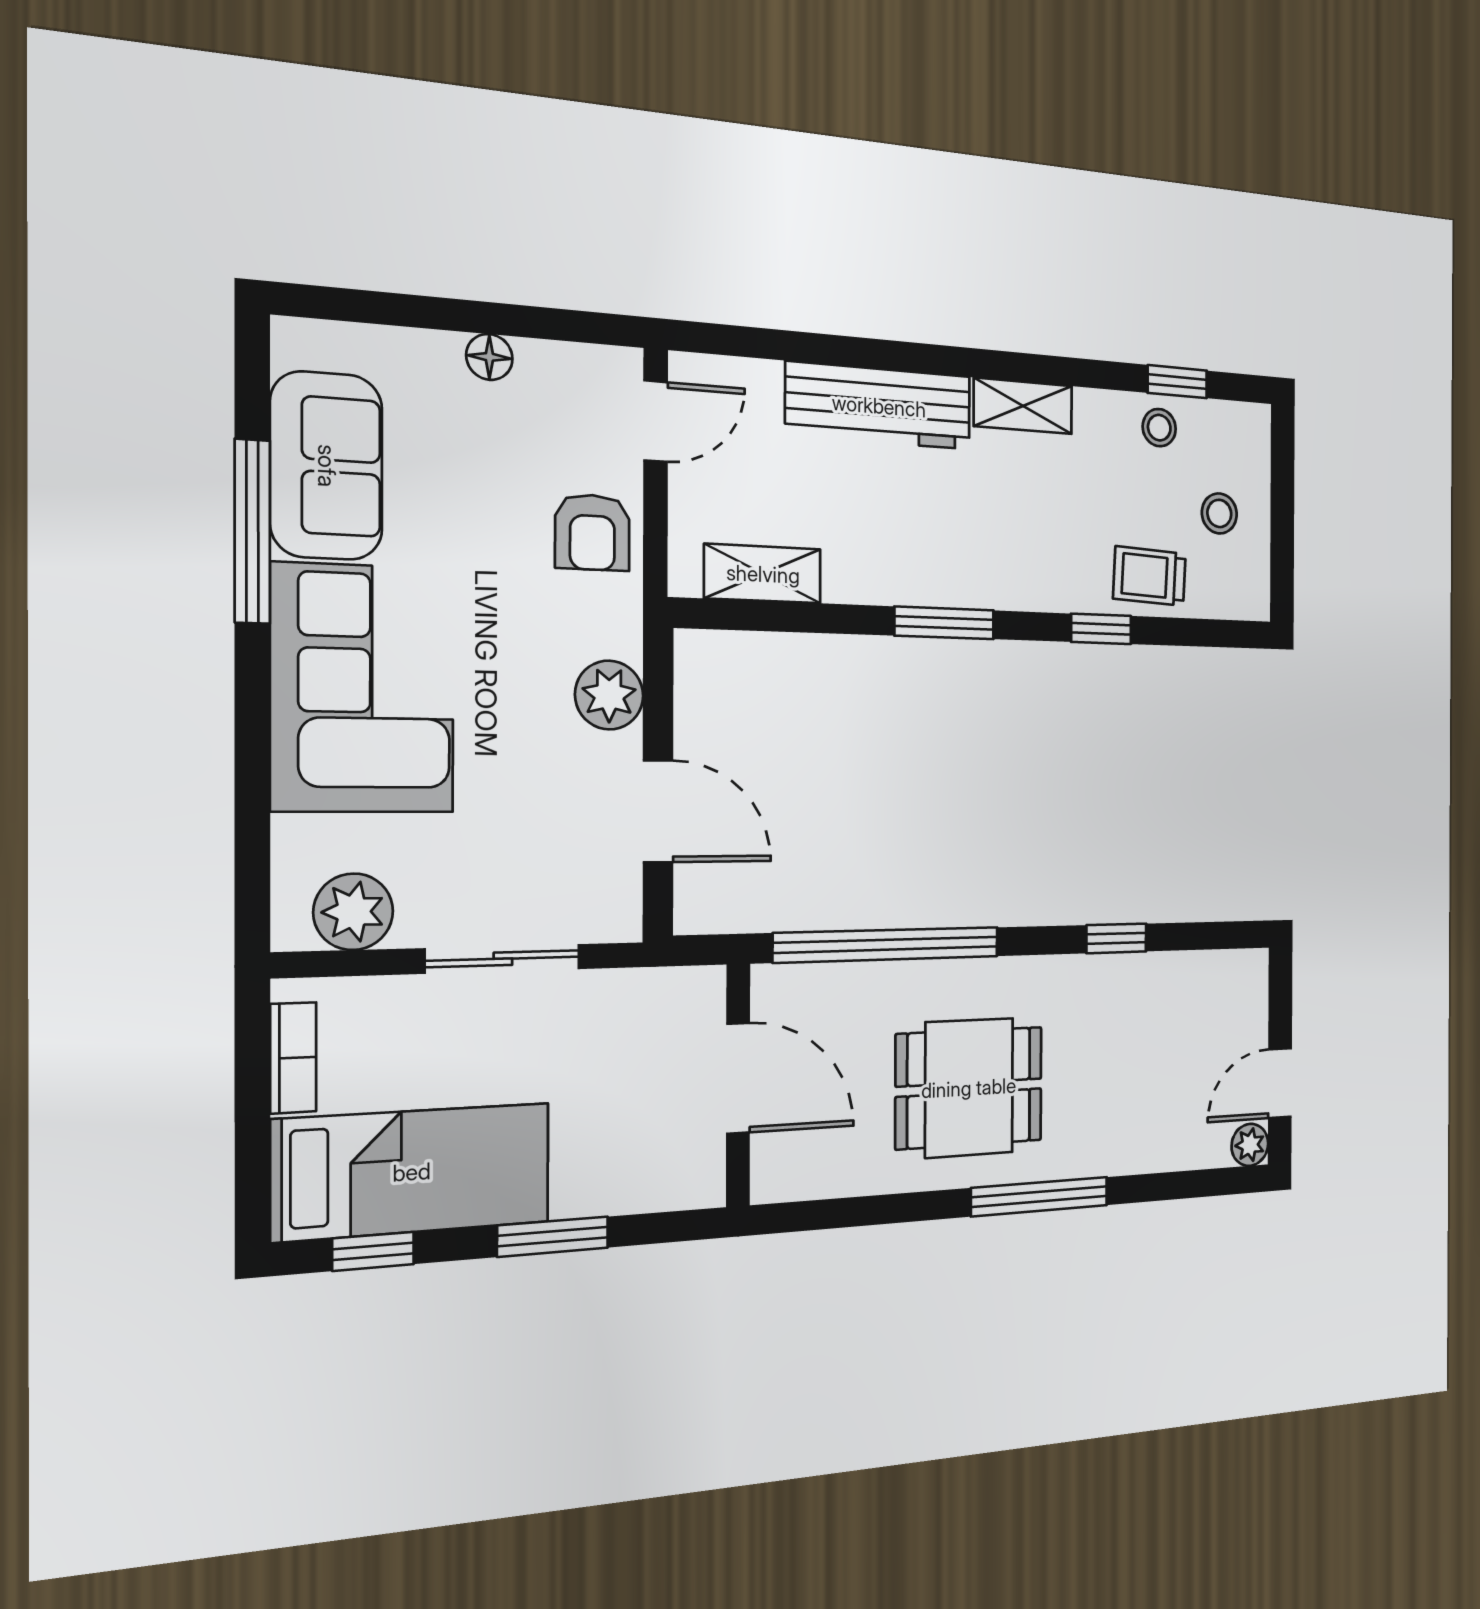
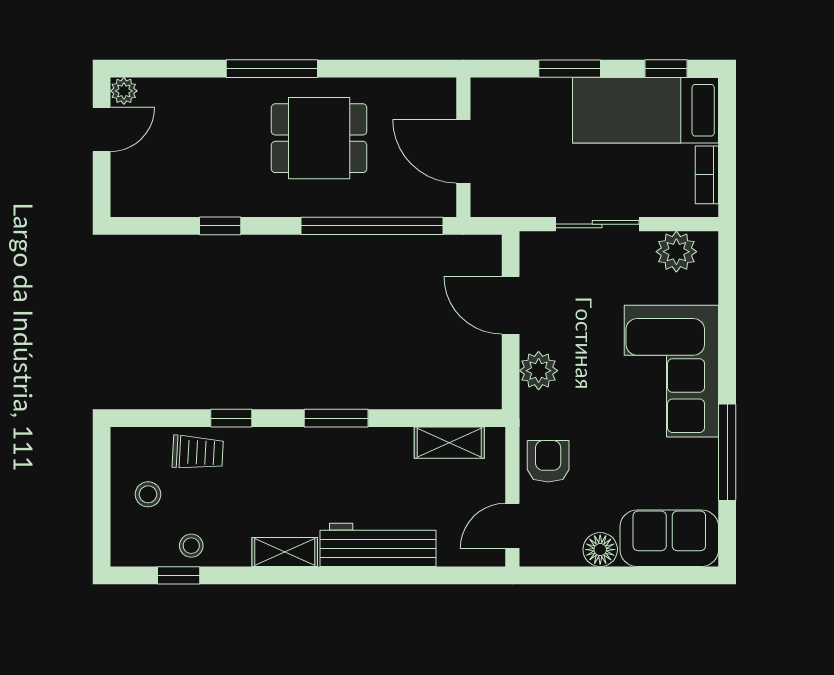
floor lamp: (489, 357) -> (600, 550), width x1.37, depth x1.37
sofa: (327, 466) -> (669, 538), moved, turned 90

